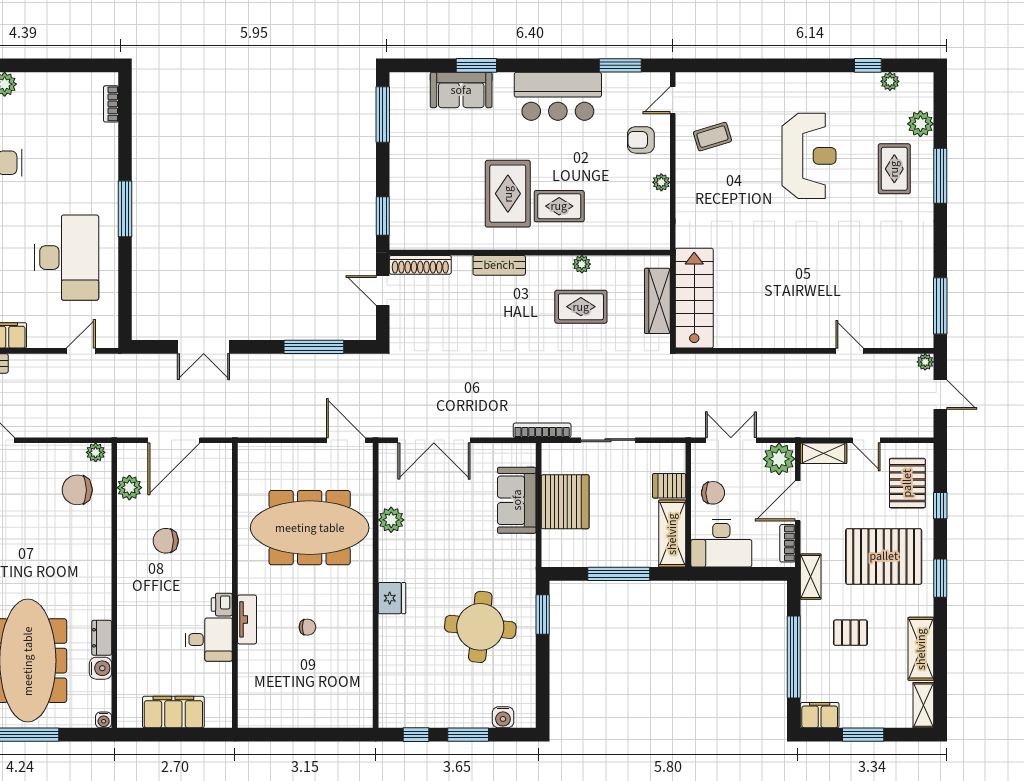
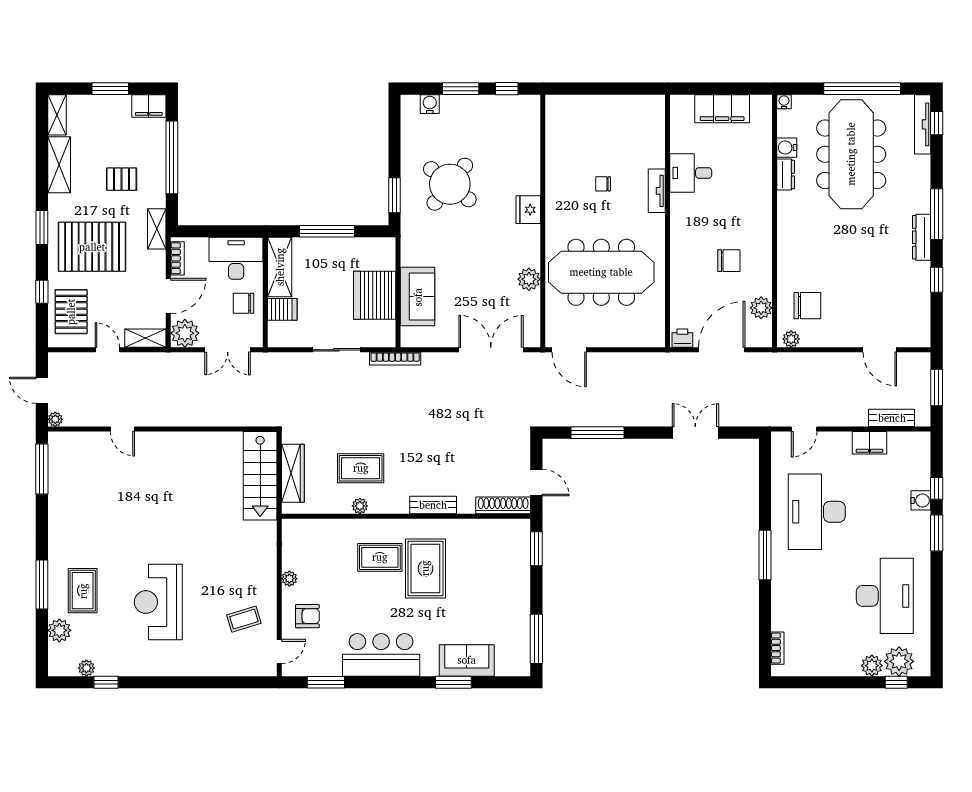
printer: (222, 605) -> (682, 338), moved, turned -90
round table: (480, 627) -> (450, 184), turned 33

